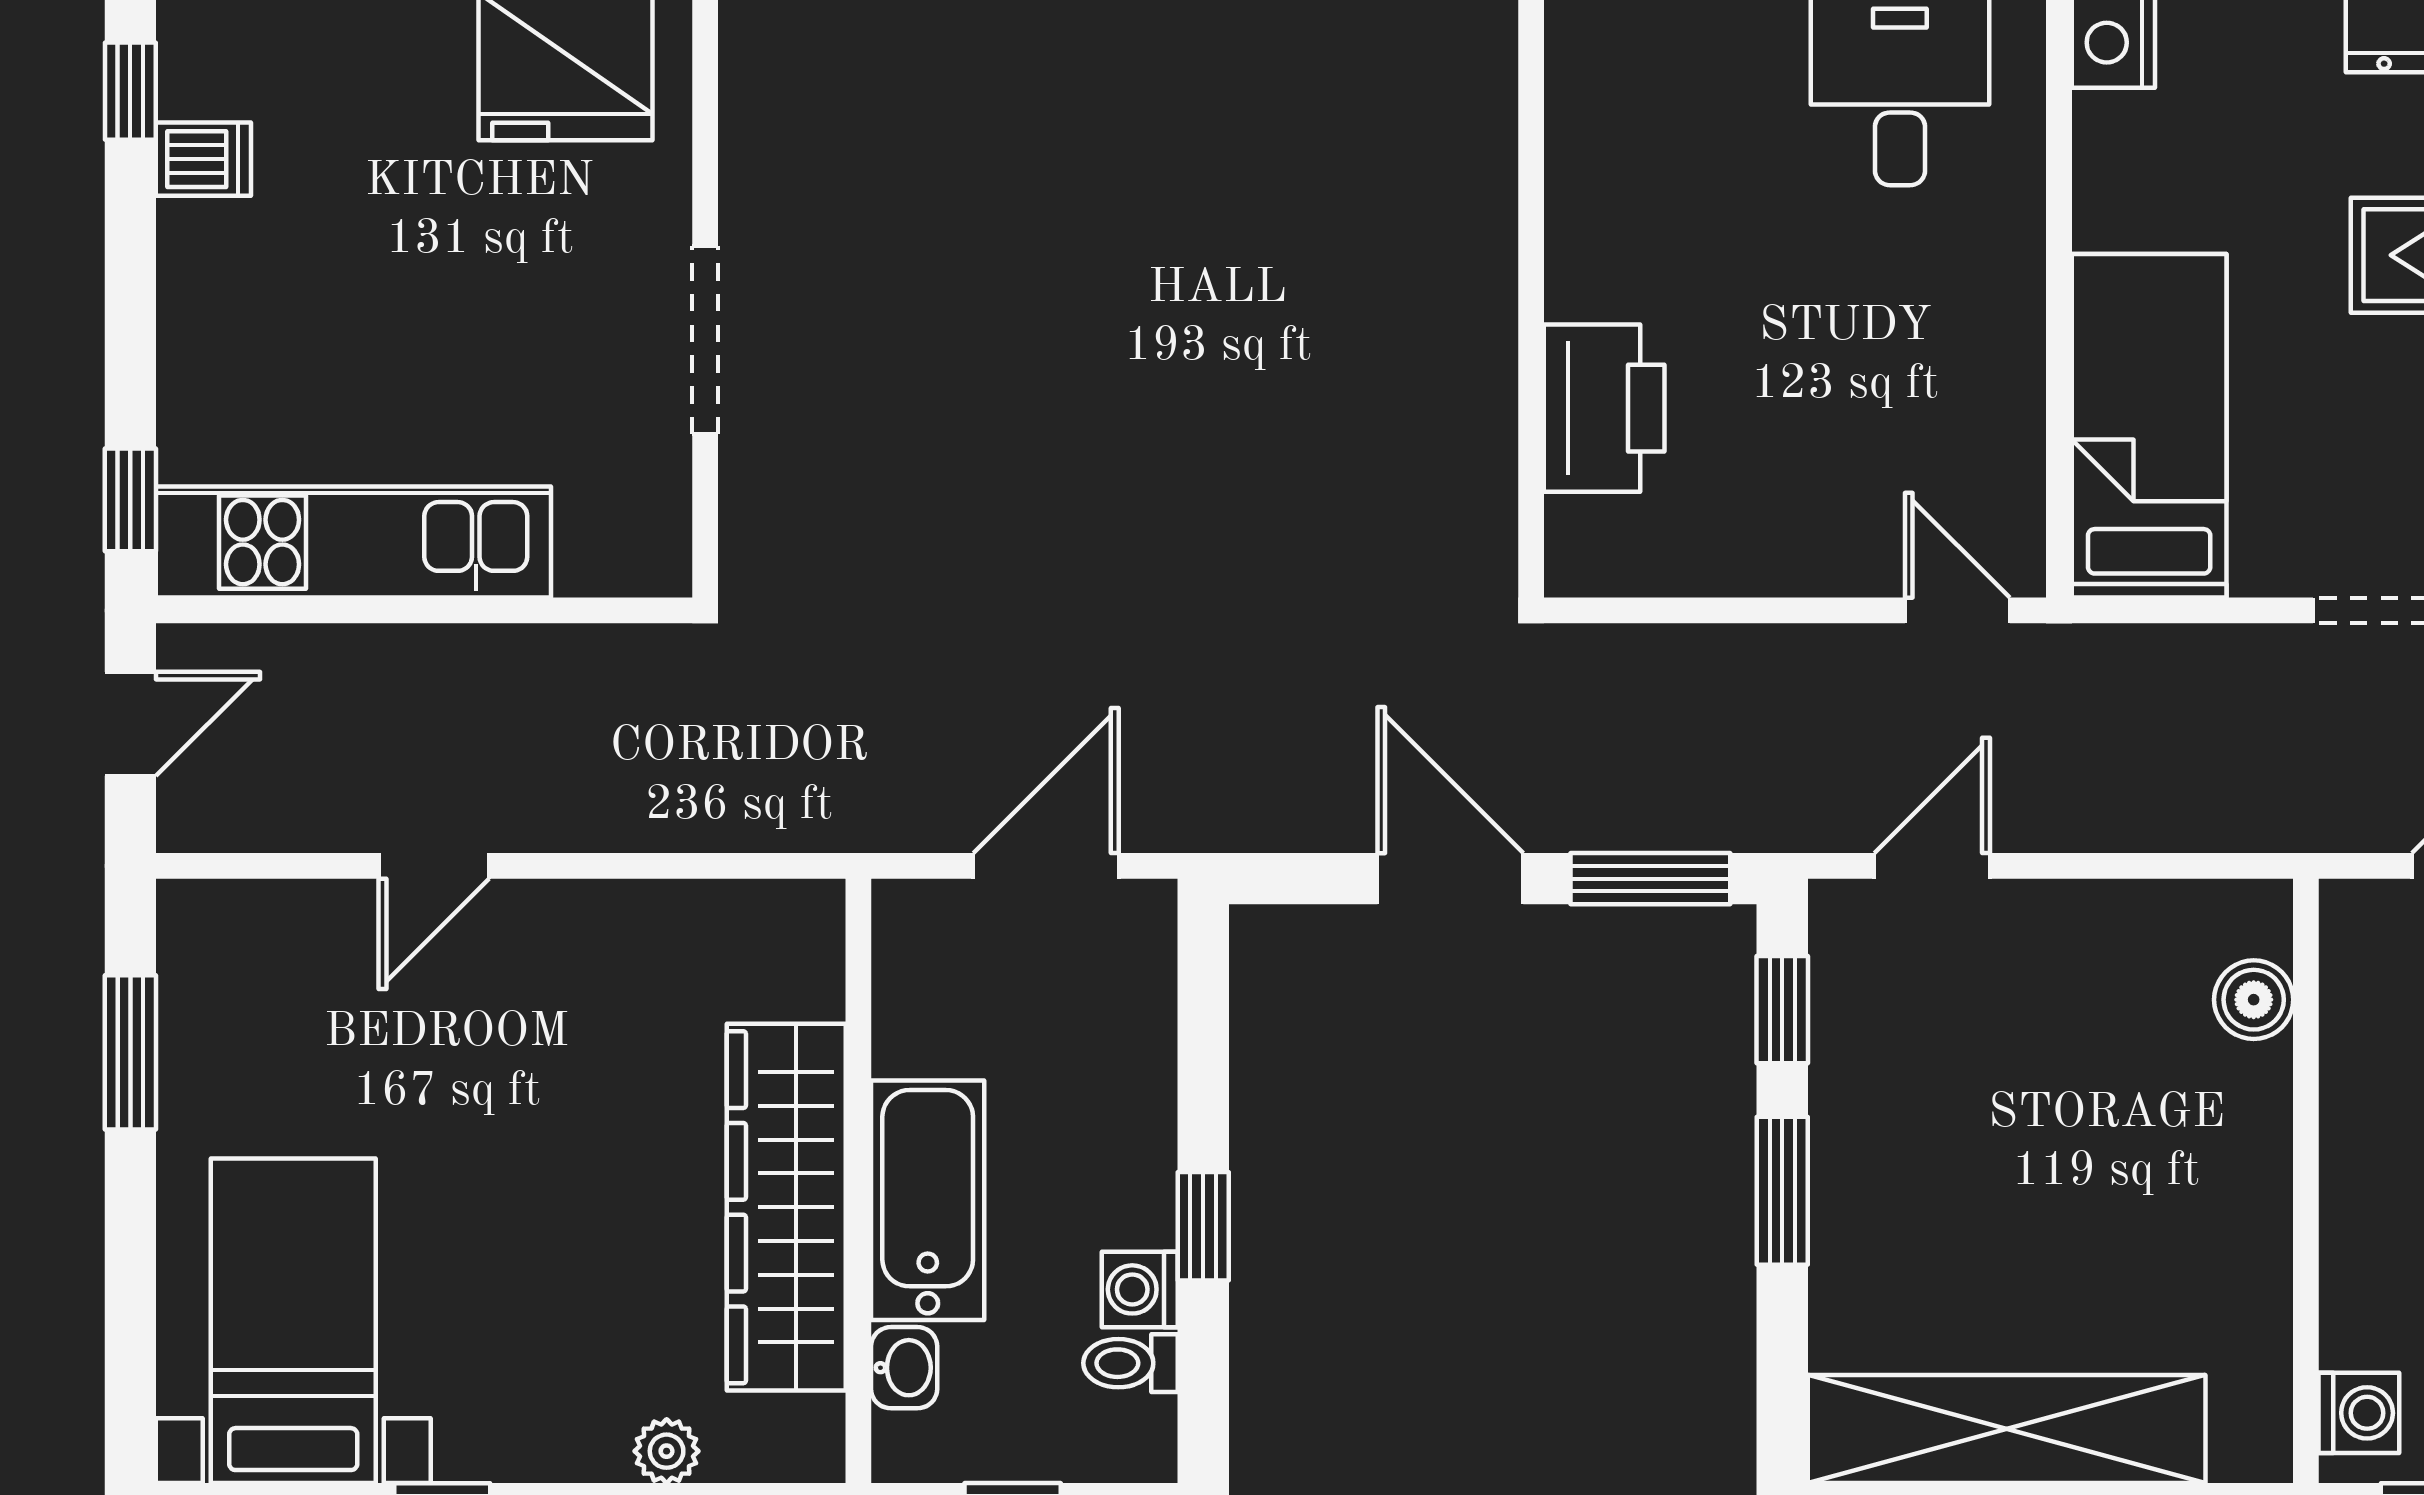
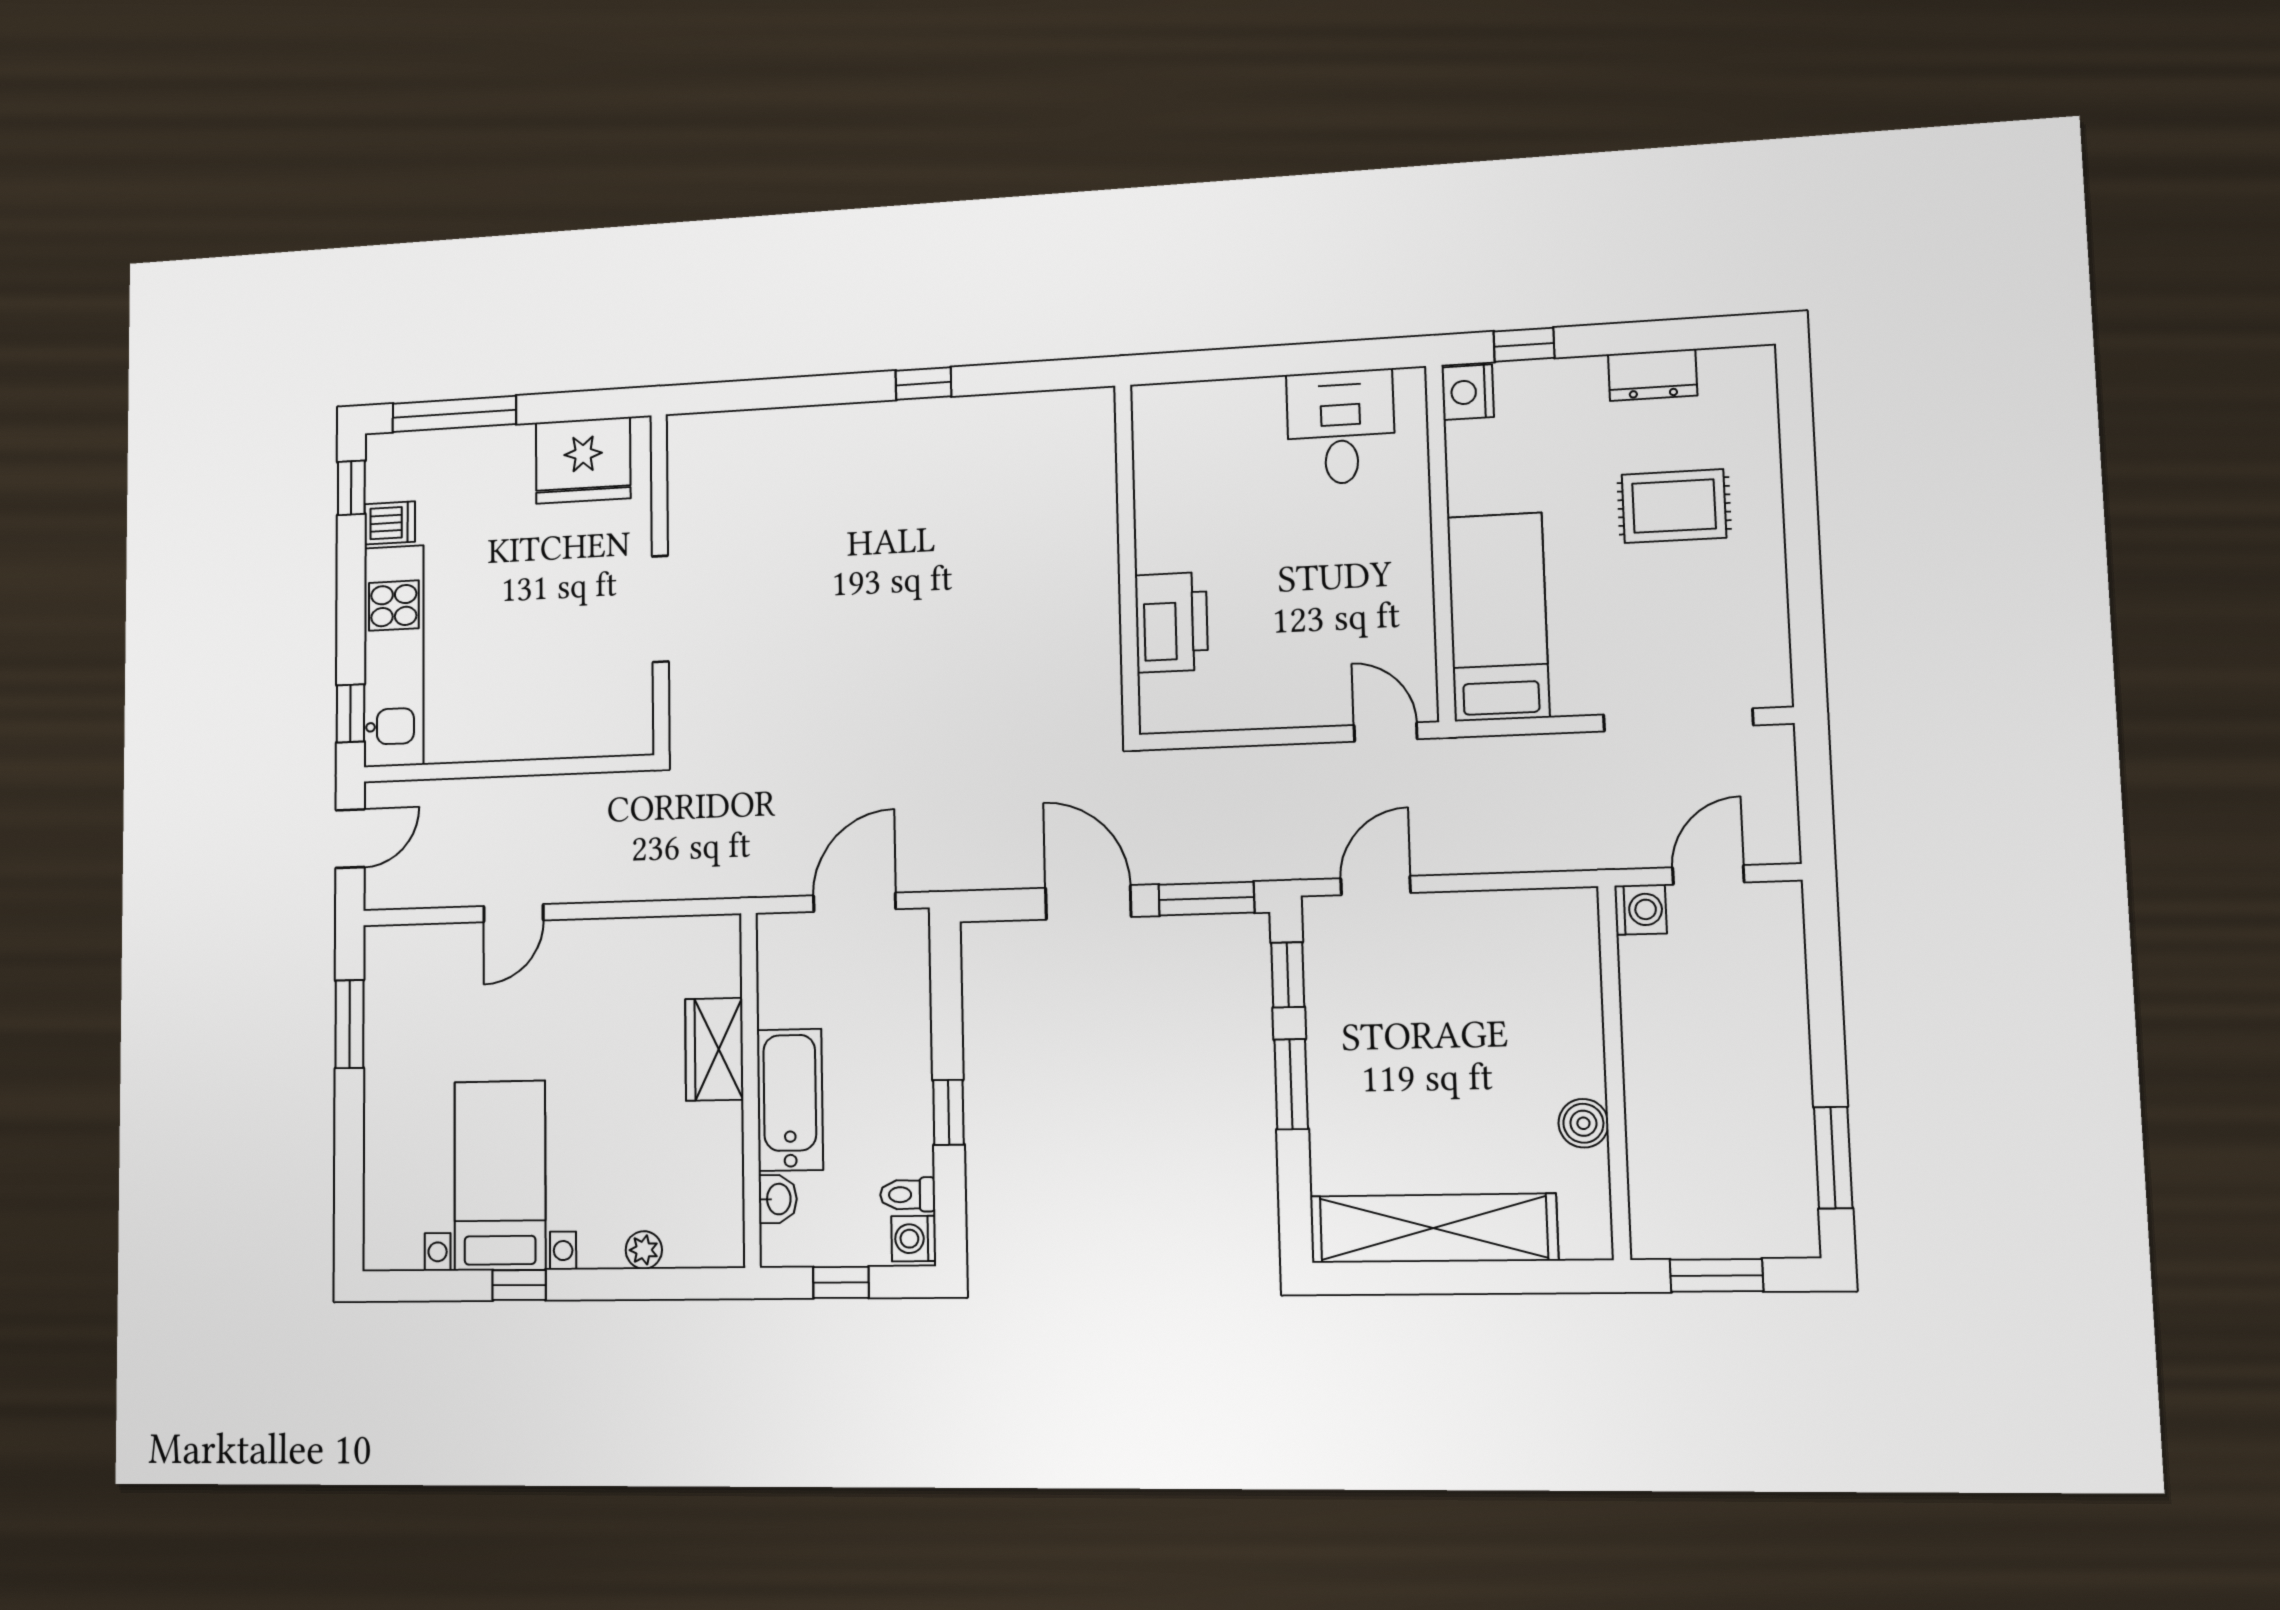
kitchen unit: (353, 542) -> (394, 656), moved, turned 90
boiler: (2254, 1000) -> (1583, 1123), moved
wardrobe: (786, 1207) -> (714, 1049), width x0.48, depth x0.85
washing machine: (1140, 1289) -> (914, 1239), moved
bed with nightstands: (293, 1321) -> (500, 1175), moved
washing machine: (2359, 1413) -> (1641, 910), moved

